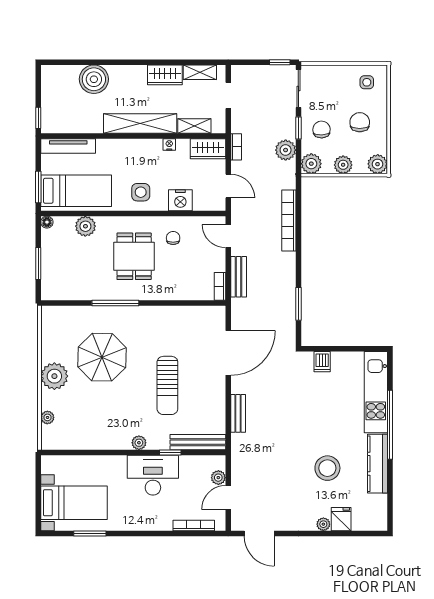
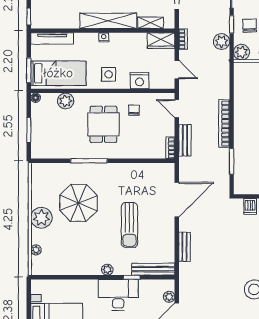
nightstand: (169, 145) -> (104, 37), moved
bookcase: (289, 220) -> (224, 123), moved

